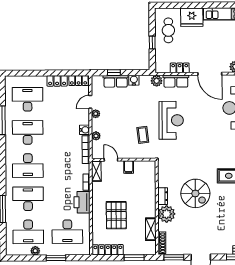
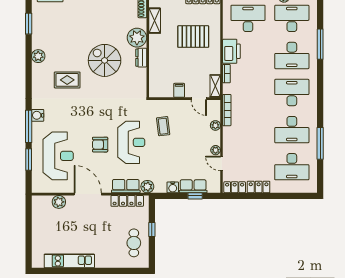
fridge: (192, 17) -> (108, 258), removed
locker: (180, 68) -> (127, 201), width x1.53
door: (90, 102) -> (222, 163), swing flipped
armchair: (199, 118) -> (100, 145), added
reception desk: (171, 120) -> (131, 142), turned 180
water cooler: (85, 130) -> (228, 132), removed
pallet: (116, 215) -> (193, 37), turned 90

